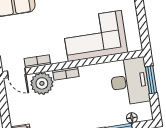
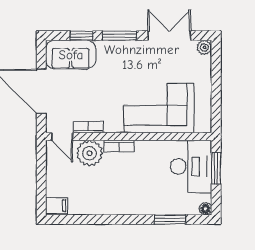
floor lamp: (132, 118) -> (206, 209), moved

